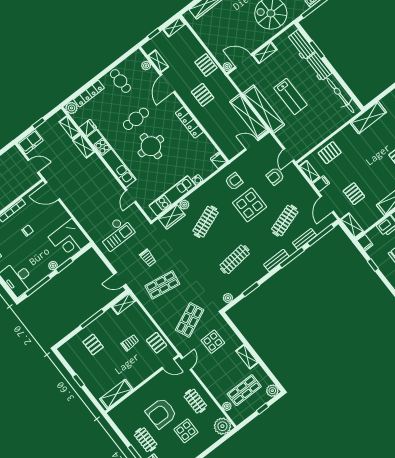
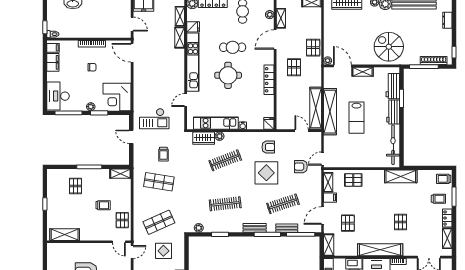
door: (120, 279) -> (131, 137), moved

